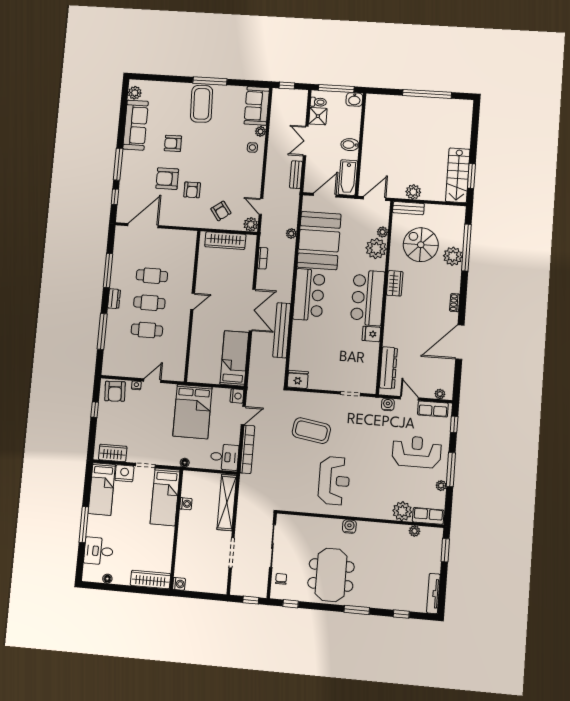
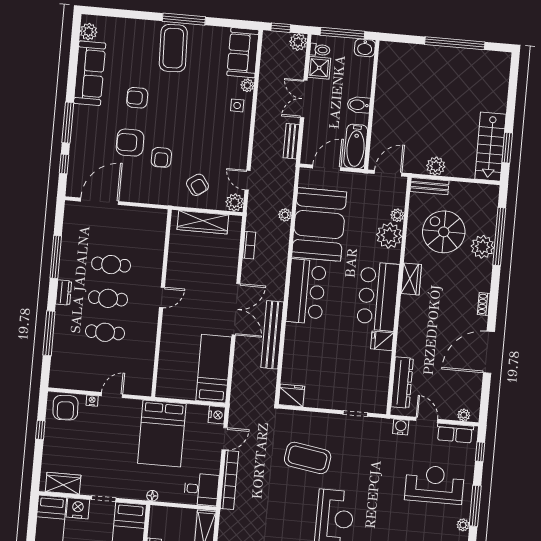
plant: (301, 96) -> (298, 42), added

